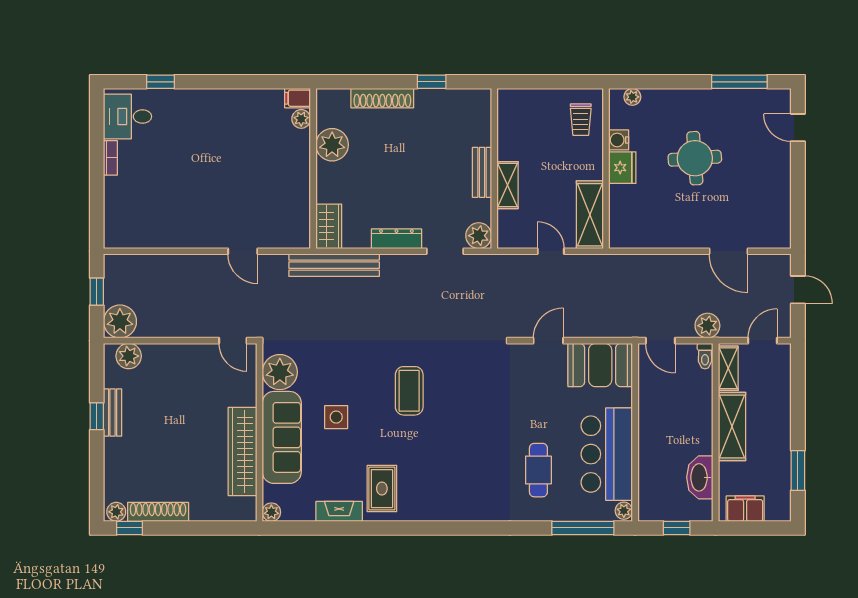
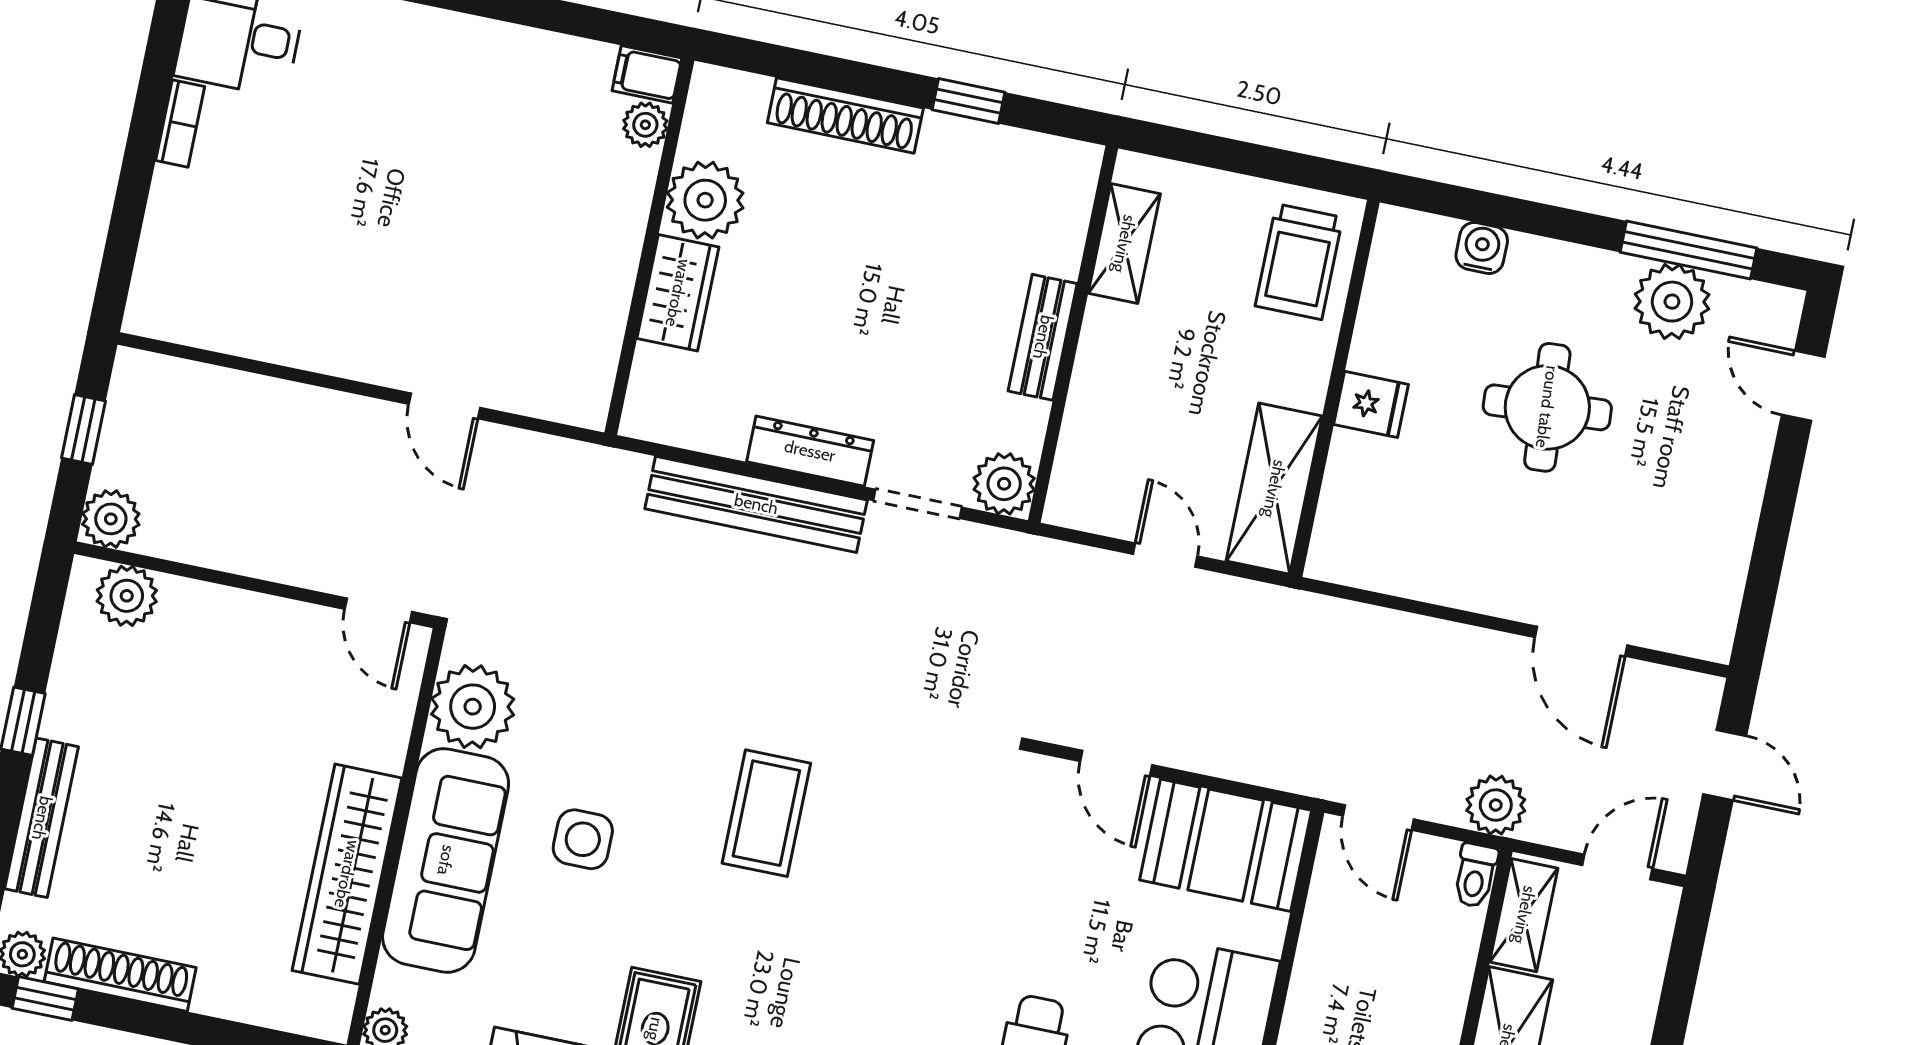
plant: (632, 97) -> (1672, 302), moved, width x1.88, depth x1.88
trolley: (581, 120) -> (1299, 262), width x1.36, depth x1.39
water cooler: (619, 140) -> (1482, 248), moved, turned 90
fridge: (622, 168) -> (1371, 404), width x0.72
shelving: (508, 185) -> (1124, 244), moved
wardrobe: (329, 226) -> (678, 293), moved
bench: (334, 265) -> (756, 504), moved
plant: (120, 321) -> (111, 519), width x0.73, depth x0.73
door: (548, 341) -> (1116, 763), swing flipped
bench: (113, 413) -> (42, 818), moved, width x1.36

